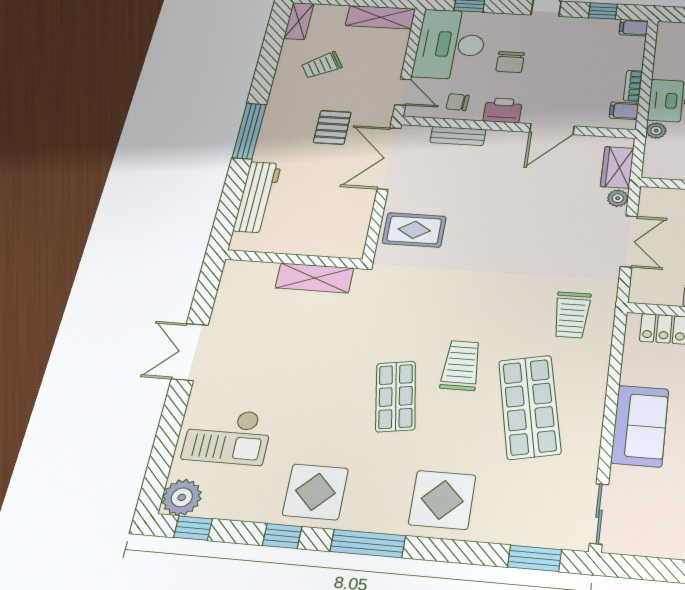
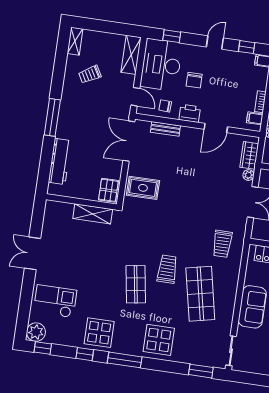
shelving: (380, 17) -> (131, 55), moved, turned 90
pallet: (332, 127) -> (108, 190), moved
checkout: (227, 436) -> (55, 301), turned 180

